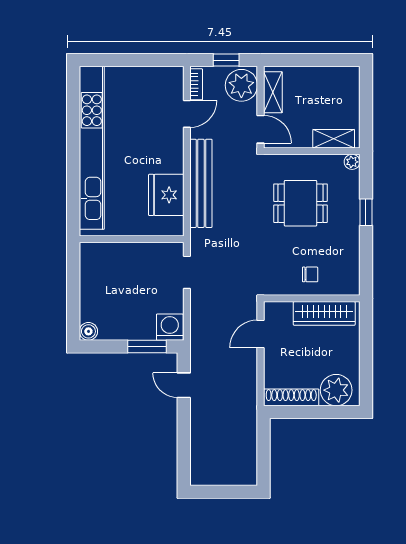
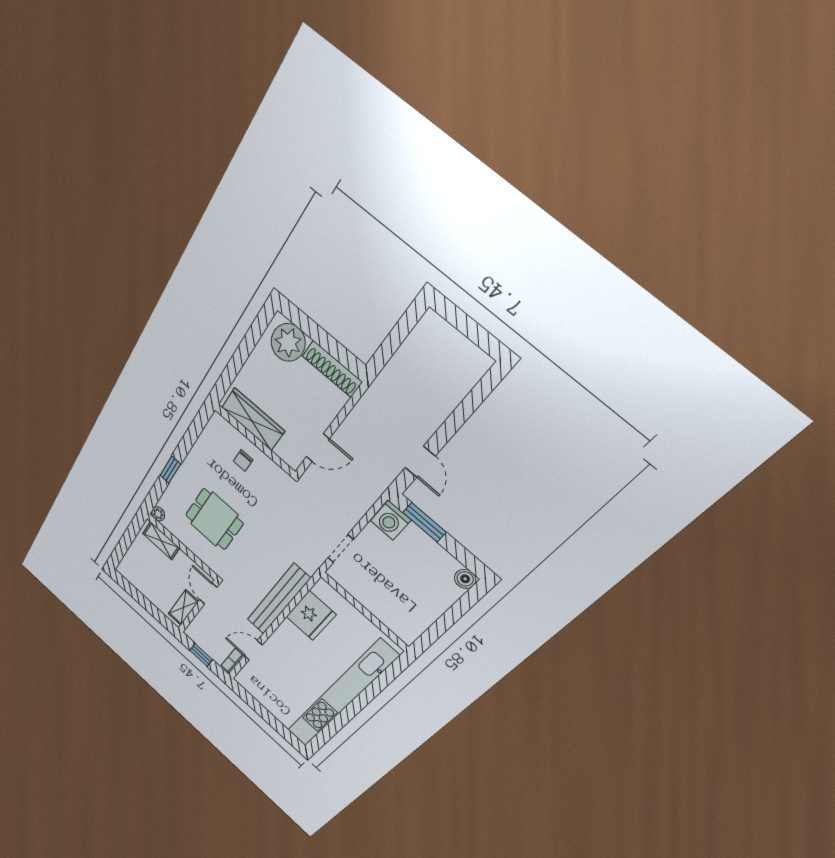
plant: (241, 85) -> (202, 631), removed
chair: (310, 274) -> (243, 460), turned -90

